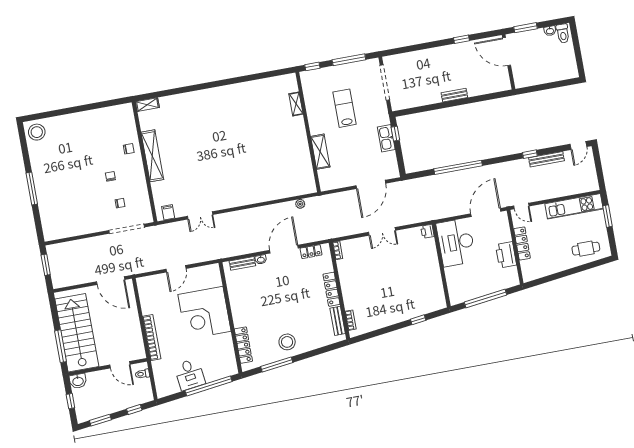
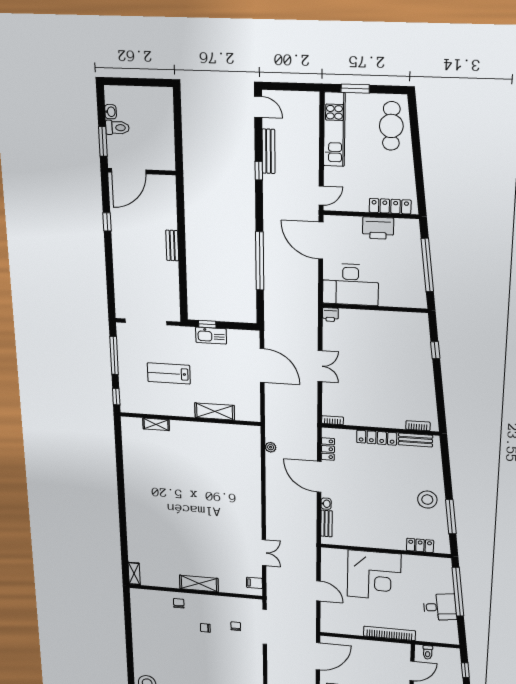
toilet: (563, 33) -> (117, 128), moved
shelving: (152, 156) -> (199, 584), width x0.68
locker: (522, 243) -> (390, 206), moved
cafe table: (586, 249) -> (391, 126), width x1.37, depth x1.35
locker: (243, 345) -> (420, 545), width x0.66

